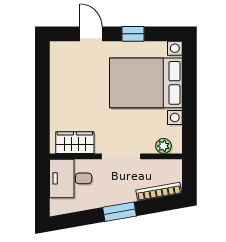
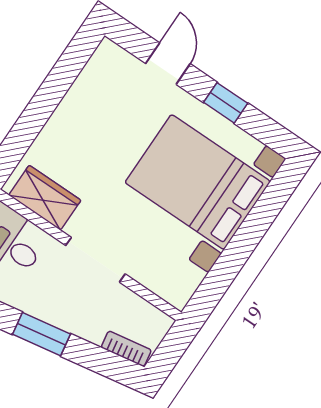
plant: (163, 146) -> (163, 285), removed
bookcase: (159, 192) -> (126, 349), width x0.64

